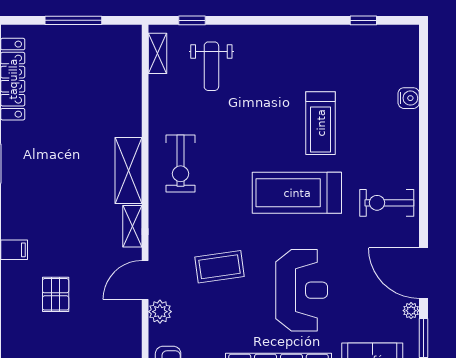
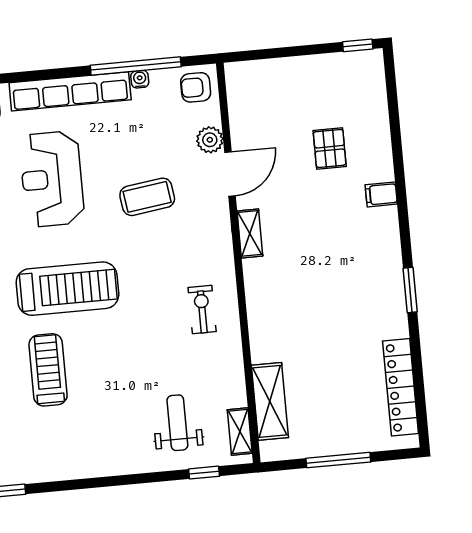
exercise bike: (181, 163) -> (202, 310), width x0.73, depth x0.72
shelving: (128, 170) -> (270, 401), moved

